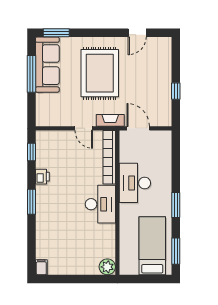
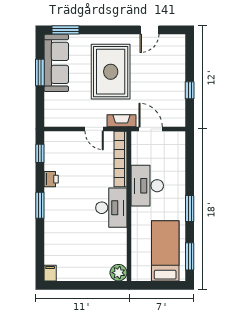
window: (31, 74) -> (40, 72), width x0.69

